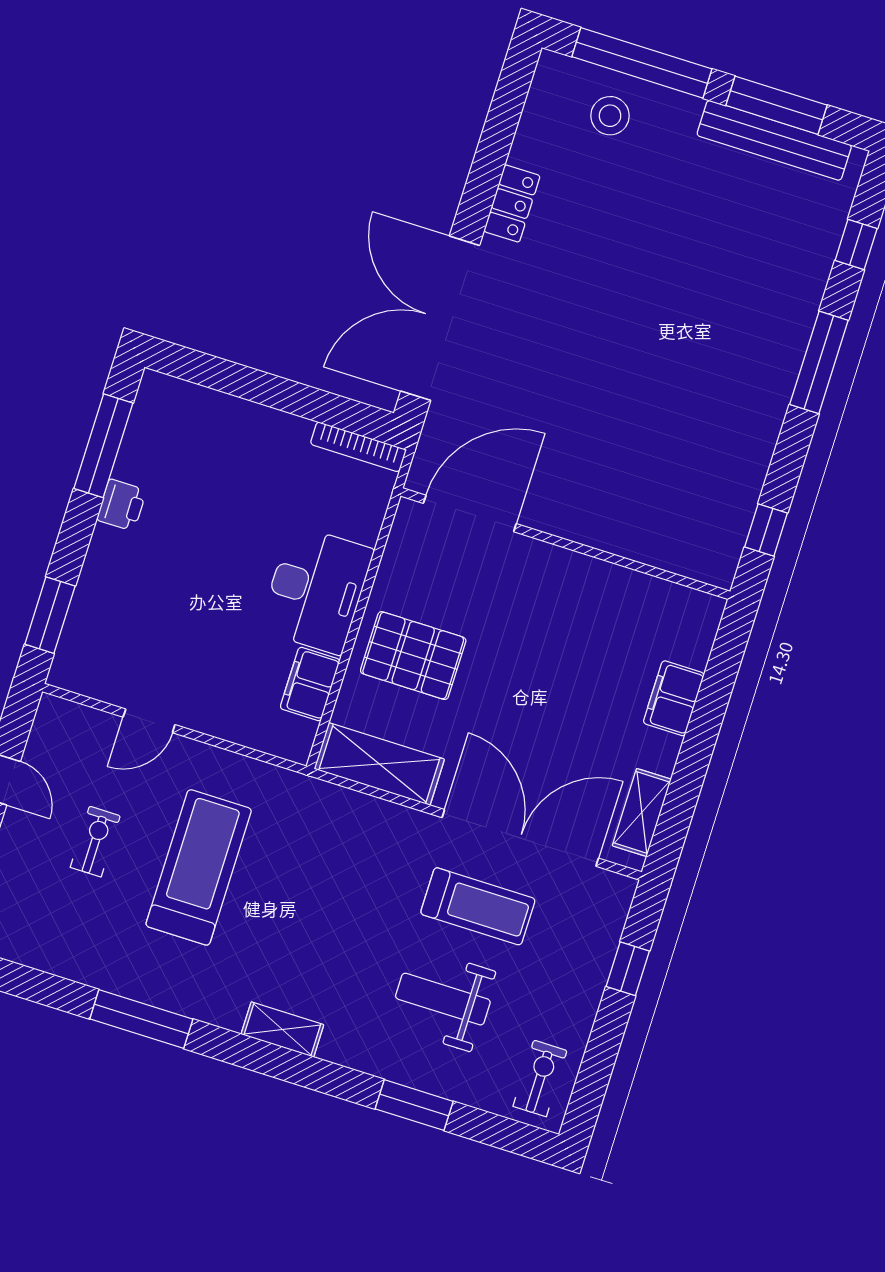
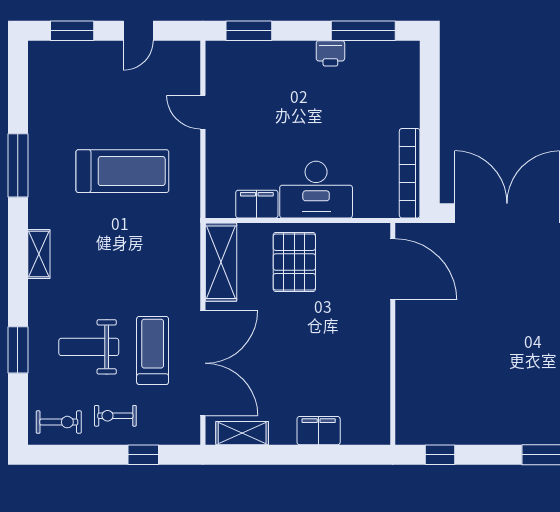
bookcase: (358, 447) -> (410, 173), width x1.48, depth x1.31
exercise bike: (95, 841) -> (115, 416), moved, turned 180
treadmill: (478, 906) -> (153, 350), turned 180
weight bench: (443, 999) -> (89, 347), turned -90

